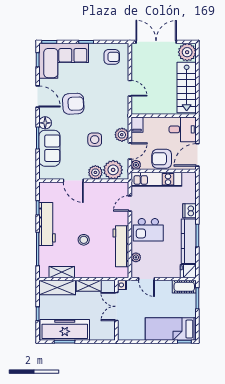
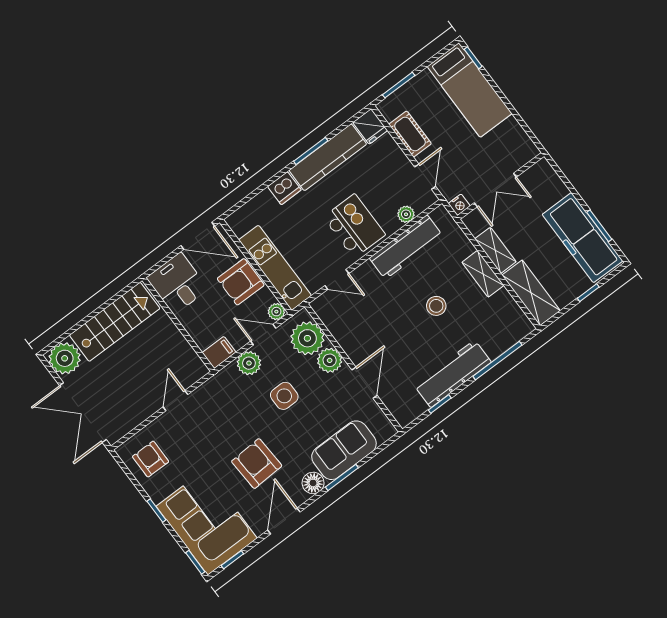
armchair: (162, 159) -> (241, 282), turned 90
shelving: (62, 272) -> (483, 274), moved
cot: (184, 287) -> (410, 134), moved

